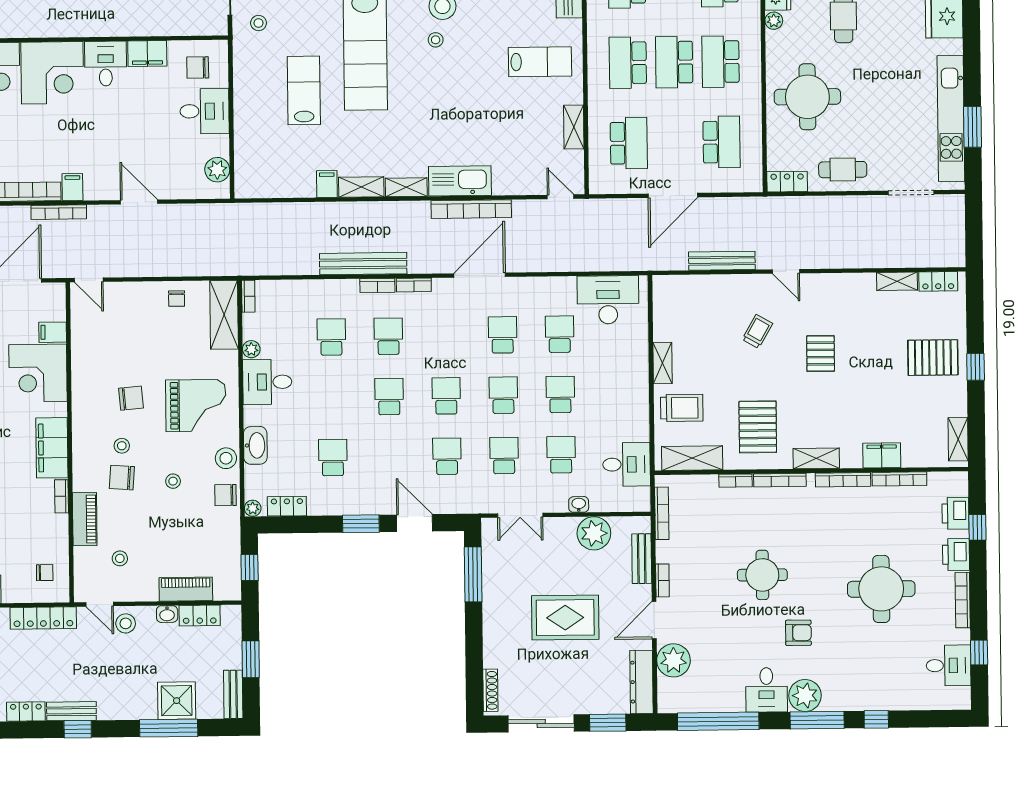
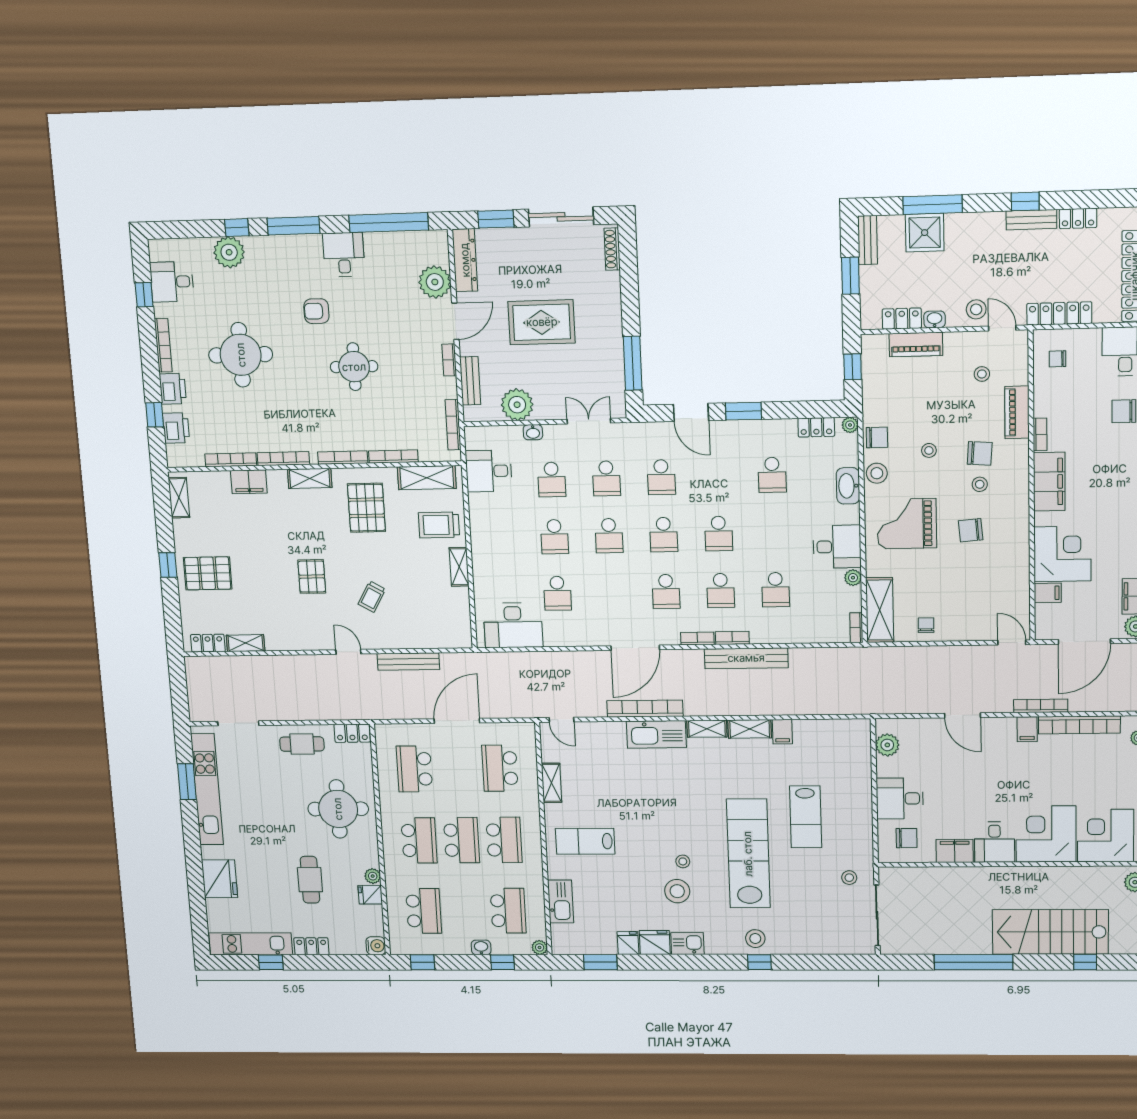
school desk: (503, 335) -> (666, 591), moved
bookcase: (736, 481) -> (393, 456), width x1.56
plant: (805, 696) -> (229, 252), moved

